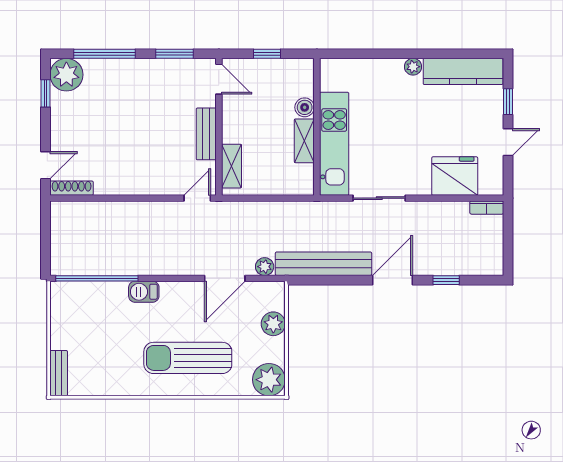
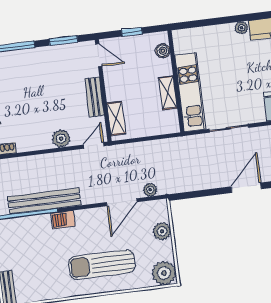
boiler: (305, 107) -> (163, 51), moved
plant: (155, 184) -> (61, 139), added
bench: (323, 264) -> (44, 201), moved

